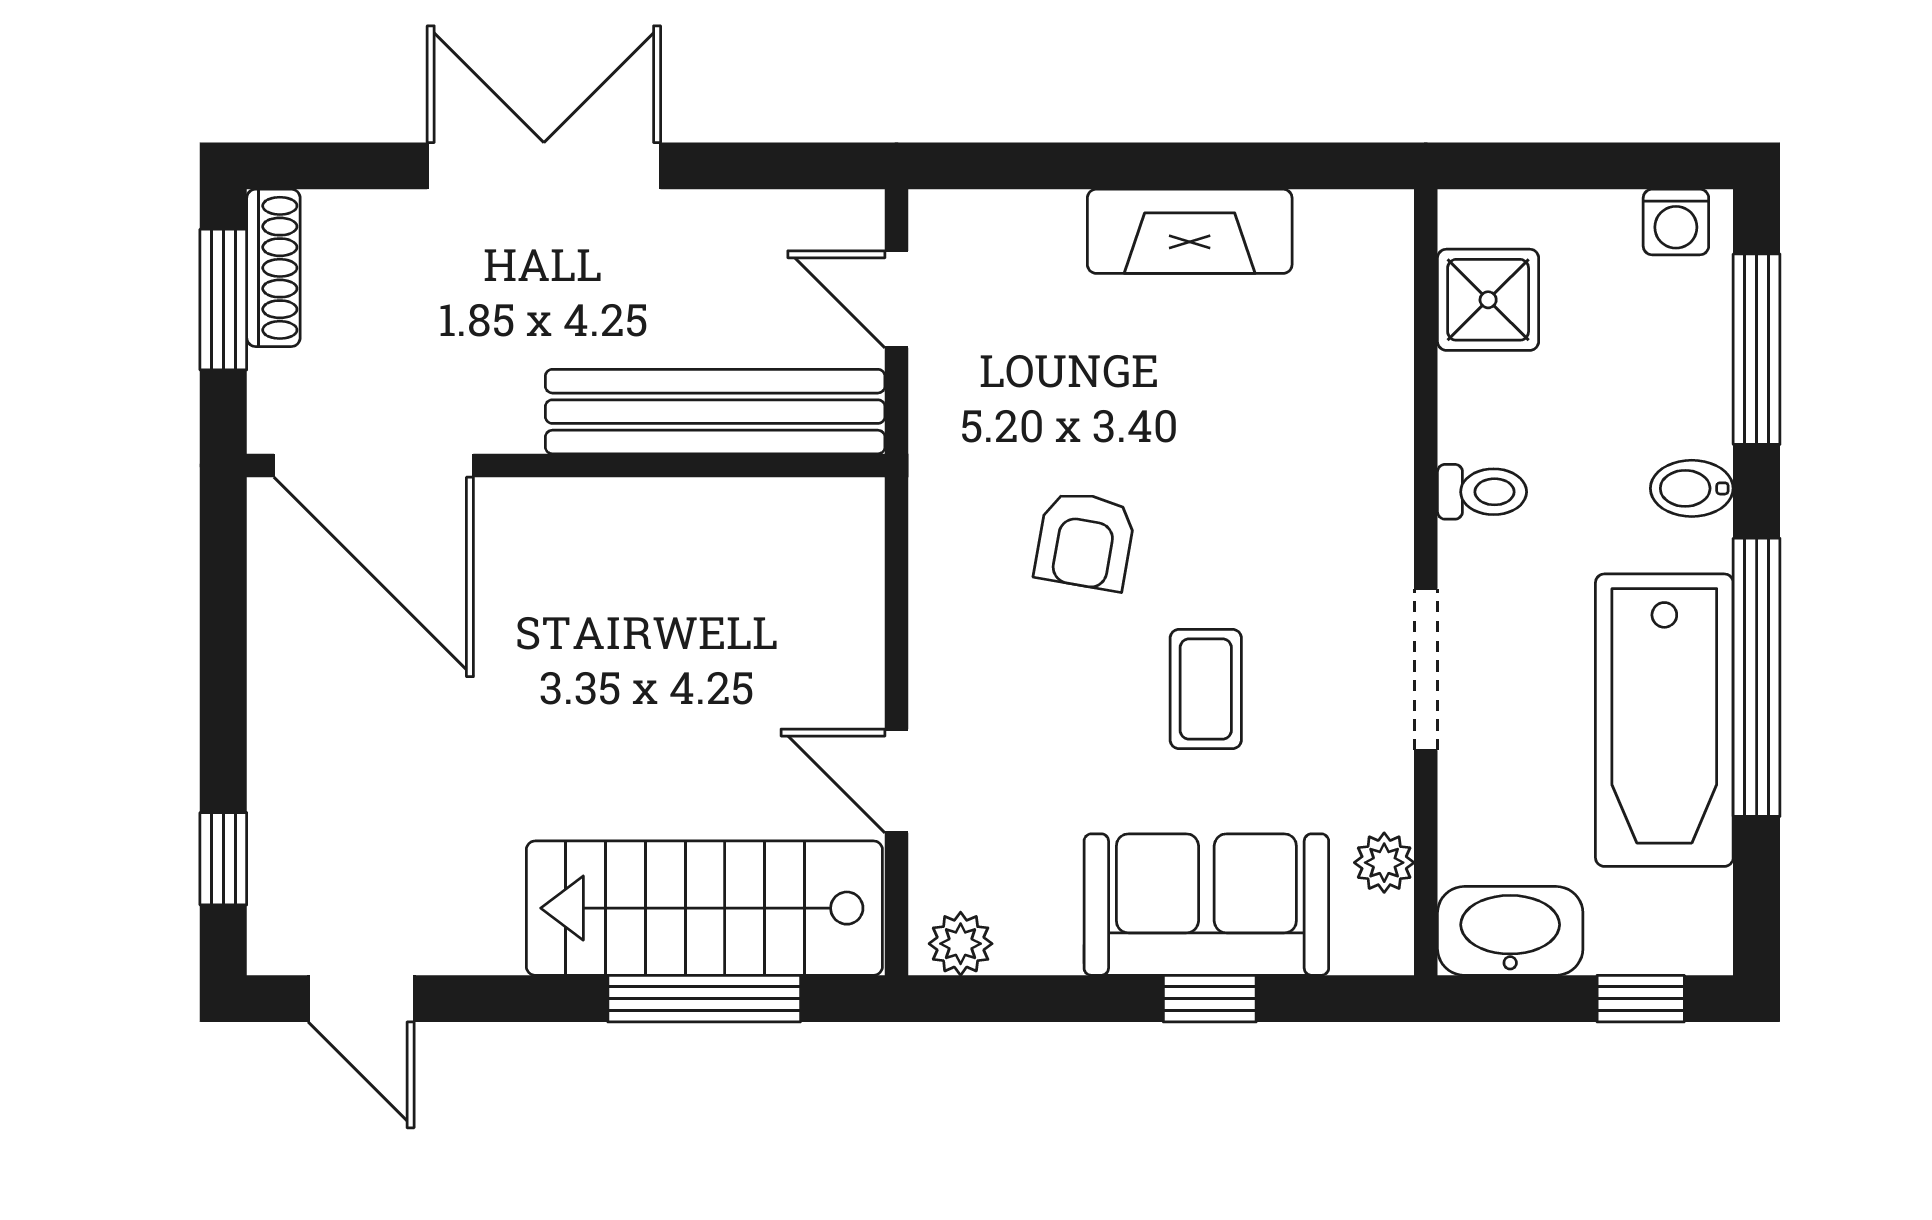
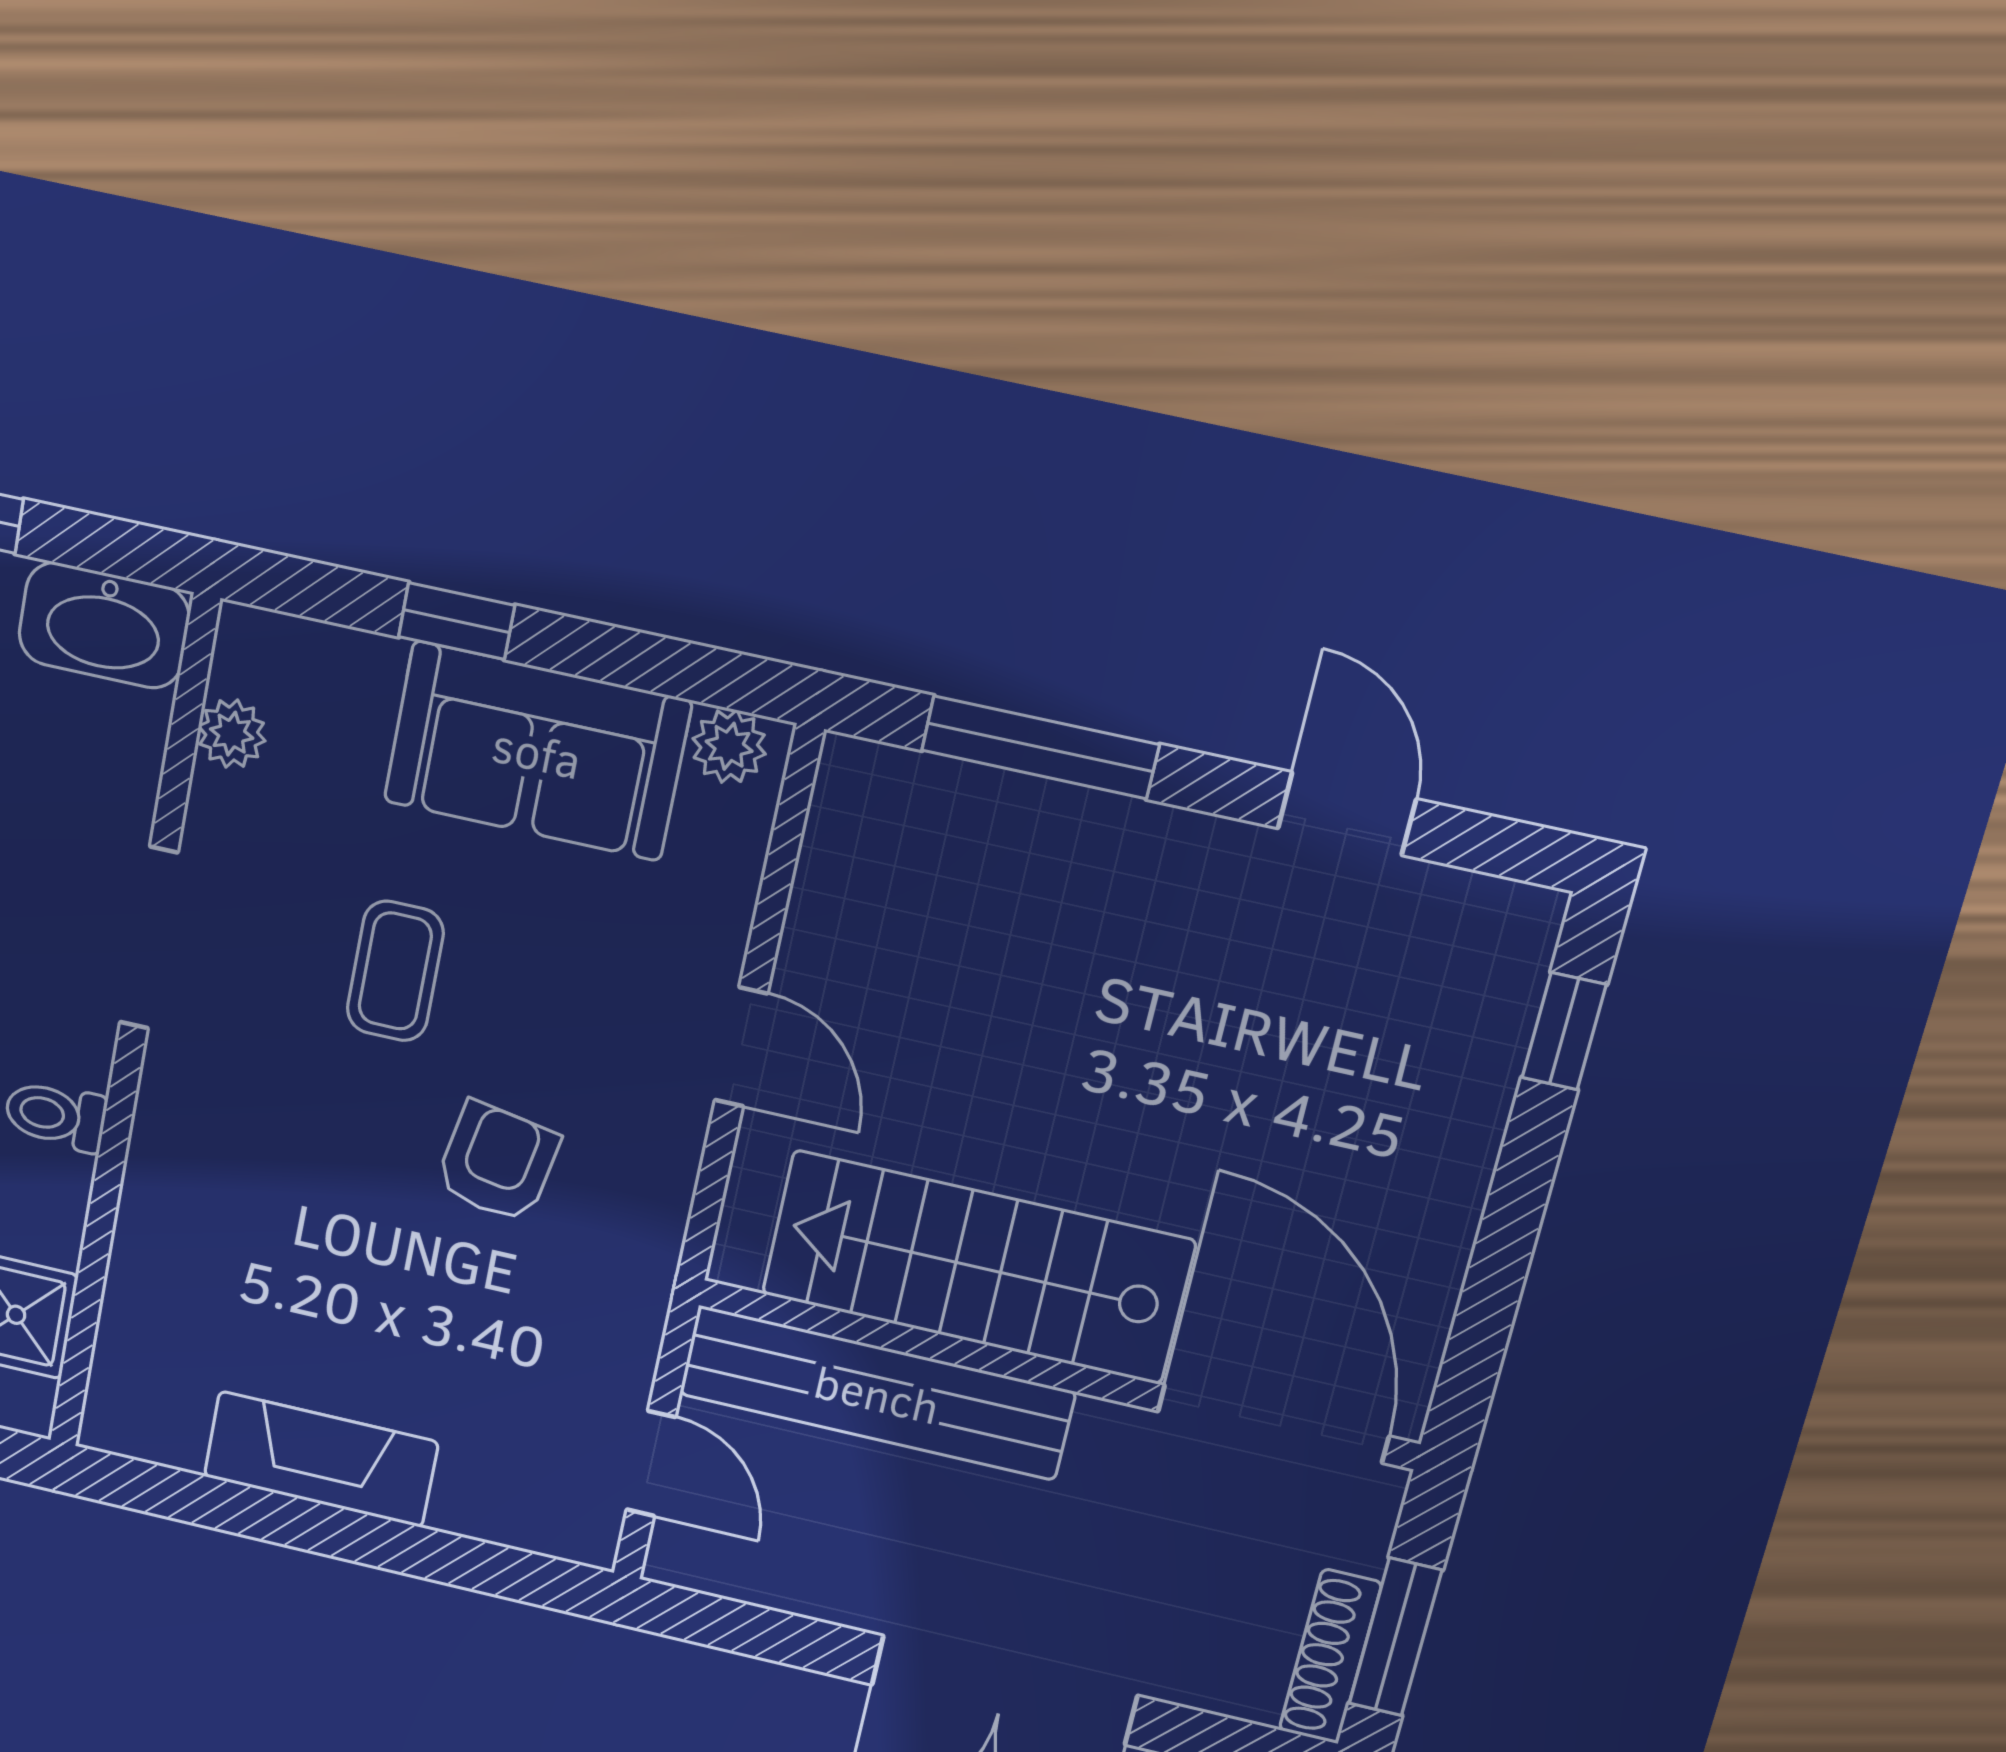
door: (897, 781) -> (741, 1047), moved
sofa: (1206, 905) -> (537, 751), moved
stairs: (704, 908) -> (978, 1267), moved, turned 180
door: (361, 999) -> (1347, 814), moved

